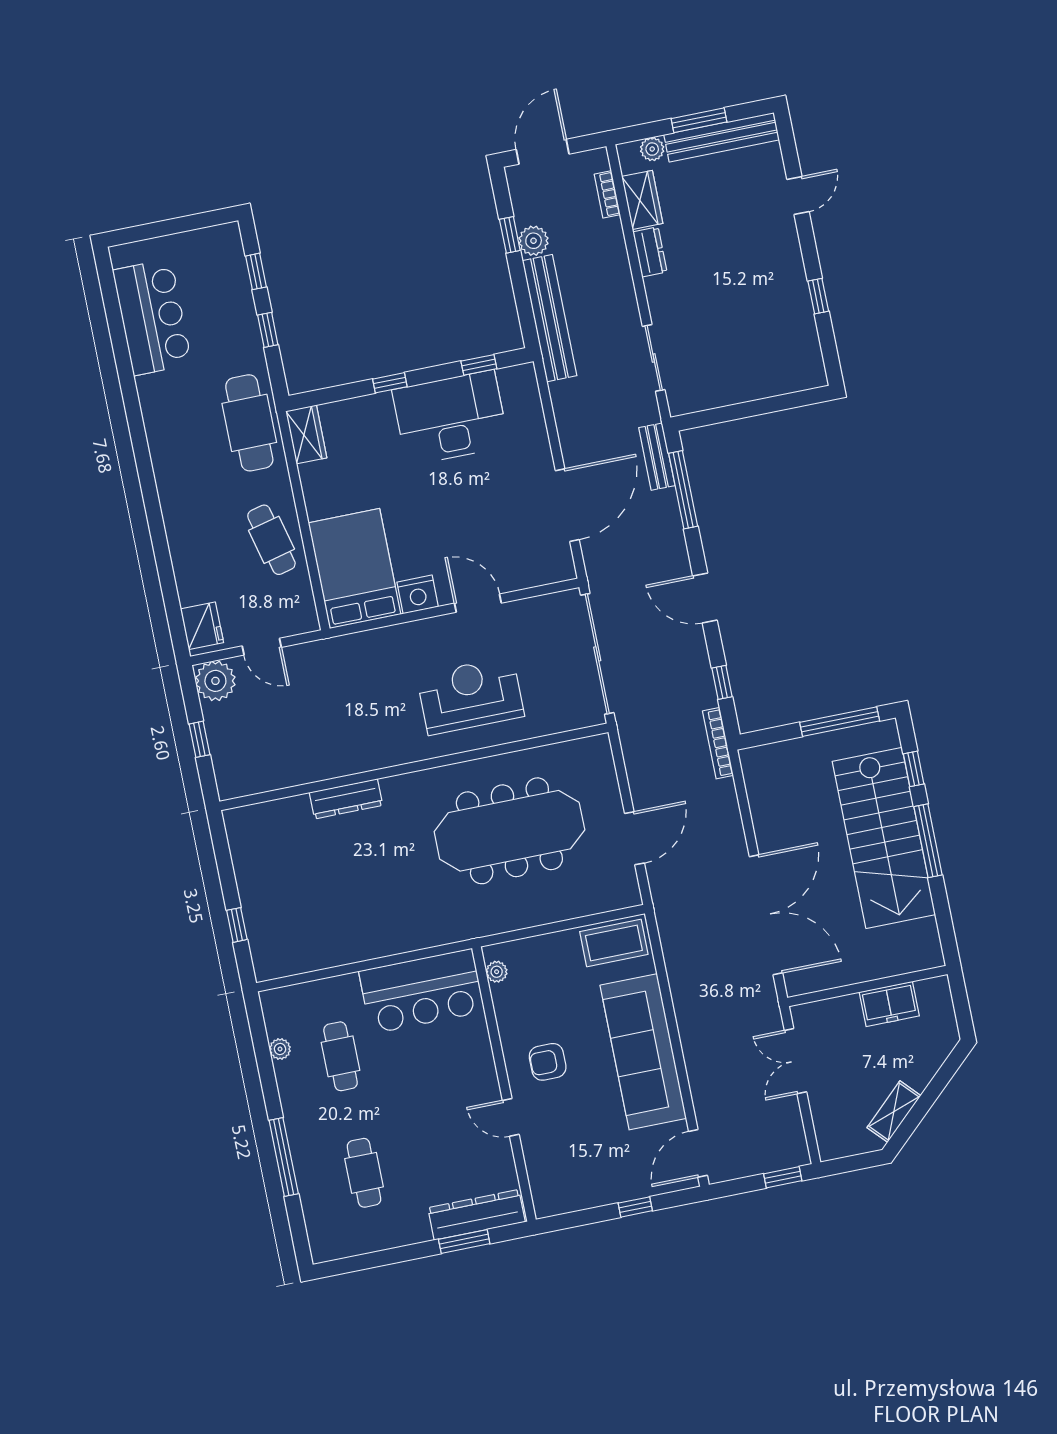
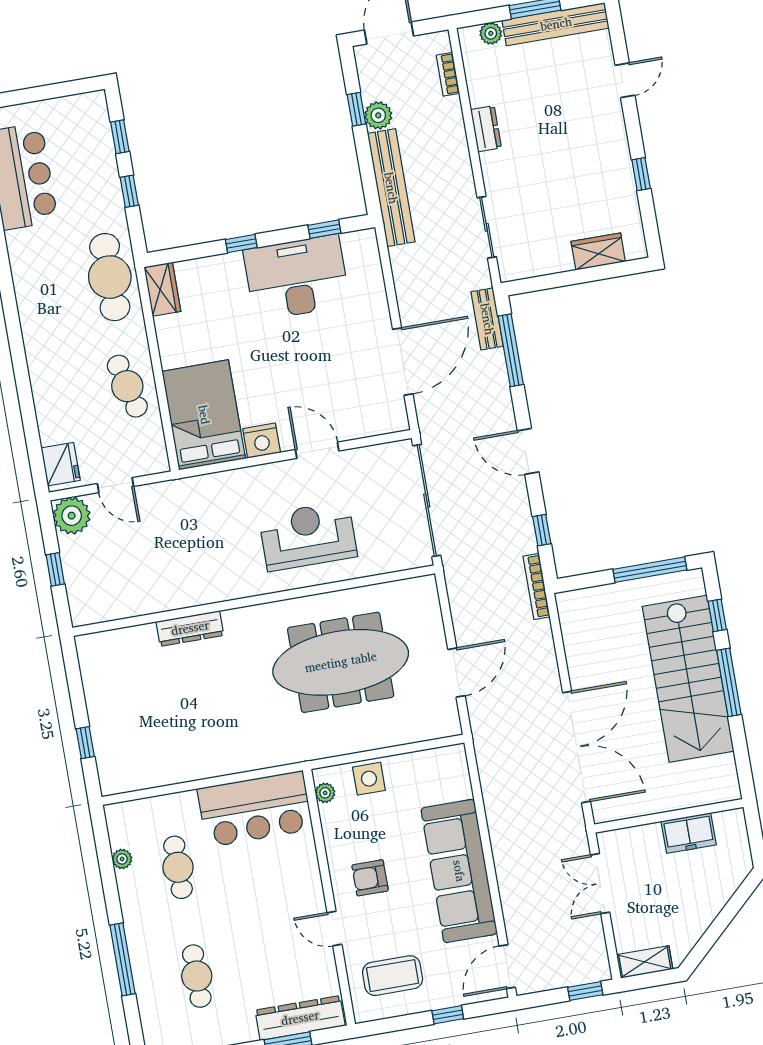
wardrobe: (642, 200) -> (598, 251), moved, turned -90
coffee table: (614, 943) -> (393, 976), moved
side table: (543, 955) -> (369, 779), added
shelving: (894, 1112) -> (645, 962), moved, turned 43

